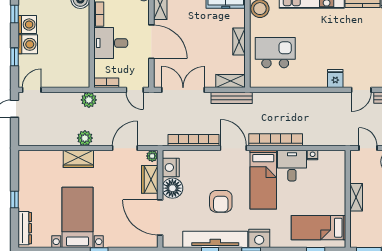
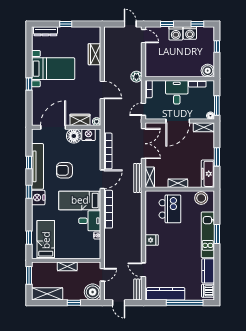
fridge: (335, 79) -> (152, 240), moved
plant: (85, 138) -> (109, 74), removed
door: (125, 148) -> (102, 90), moved
wardrobe: (78, 159) -> (95, 54), moved

